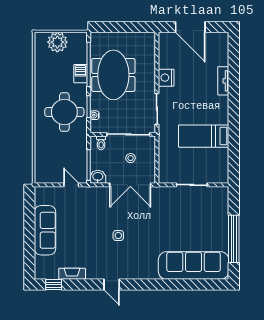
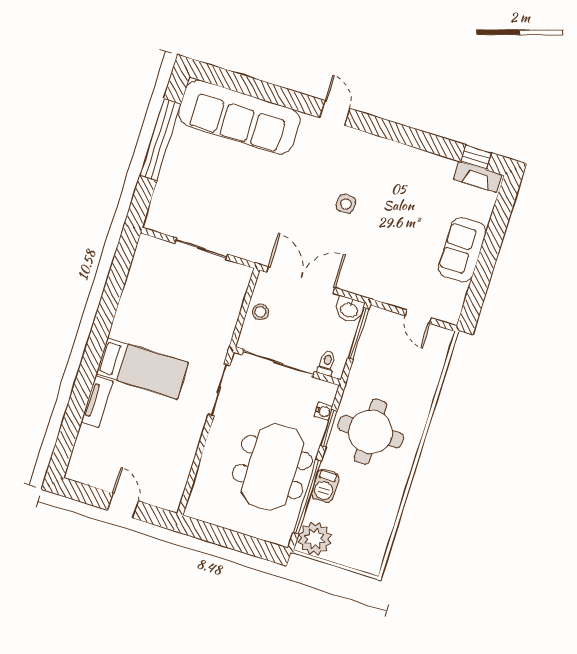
door: (190, 27) -> (123, 506), width x0.53
plant: (57, 42) -> (315, 539), moved
nightstand: (166, 78) -> (188, 436), removed
bed: (204, 136) -> (142, 368), moved
stool: (131, 158) -> (260, 312), moved
door: (71, 185) -> (418, 317), moved
sofa: (45, 230) -> (462, 250), width x0.73
fireplace: (72, 274) -> (478, 177), moved
door: (112, 285) -> (335, 113), moved

